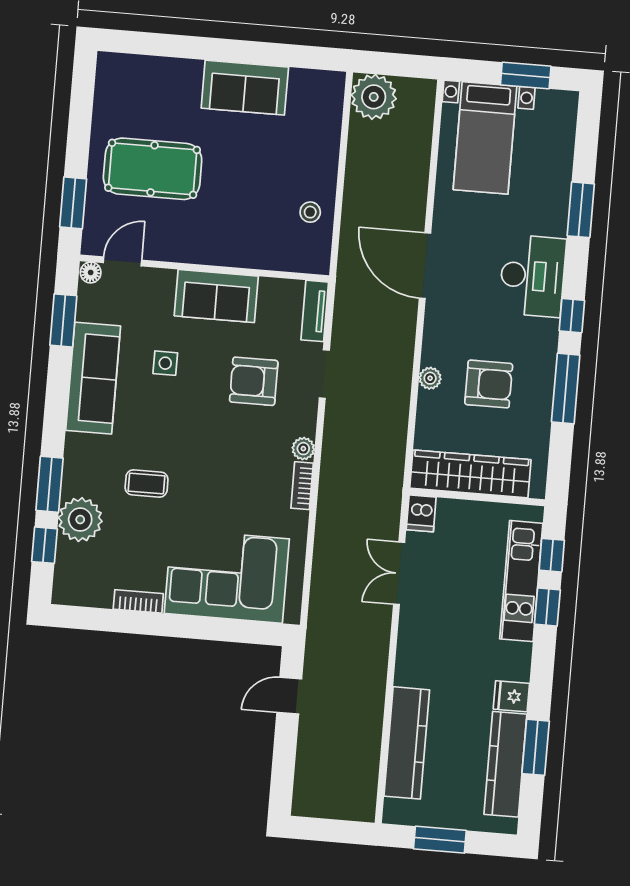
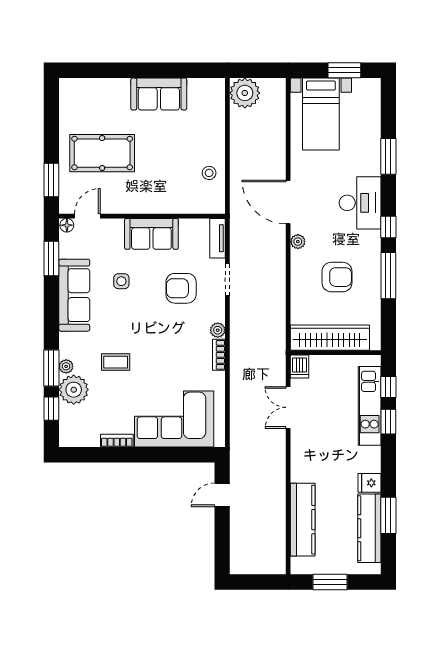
plant: (430, 378) -> (298, 242), moved
plant: (72, 484) -> (66, 366), added

